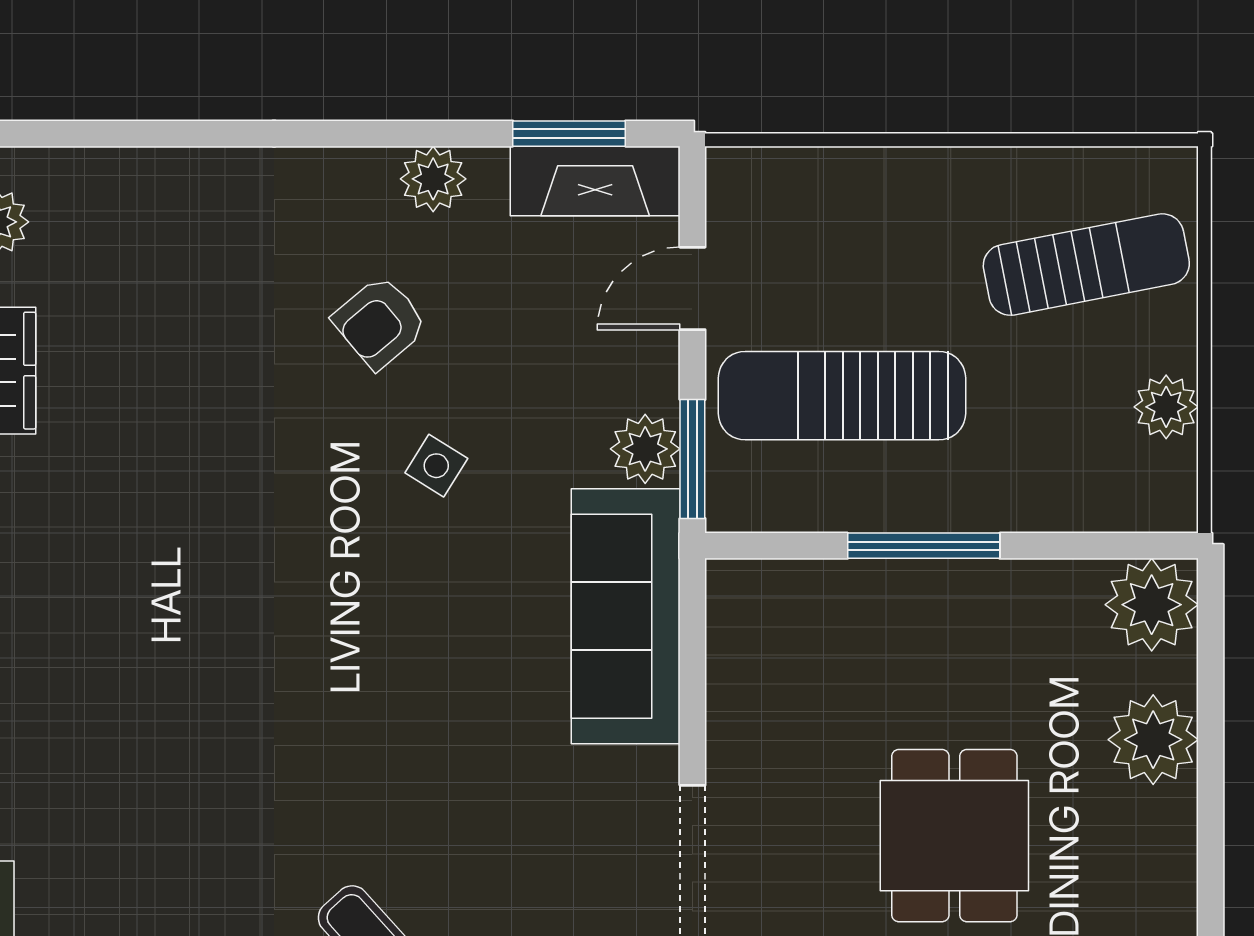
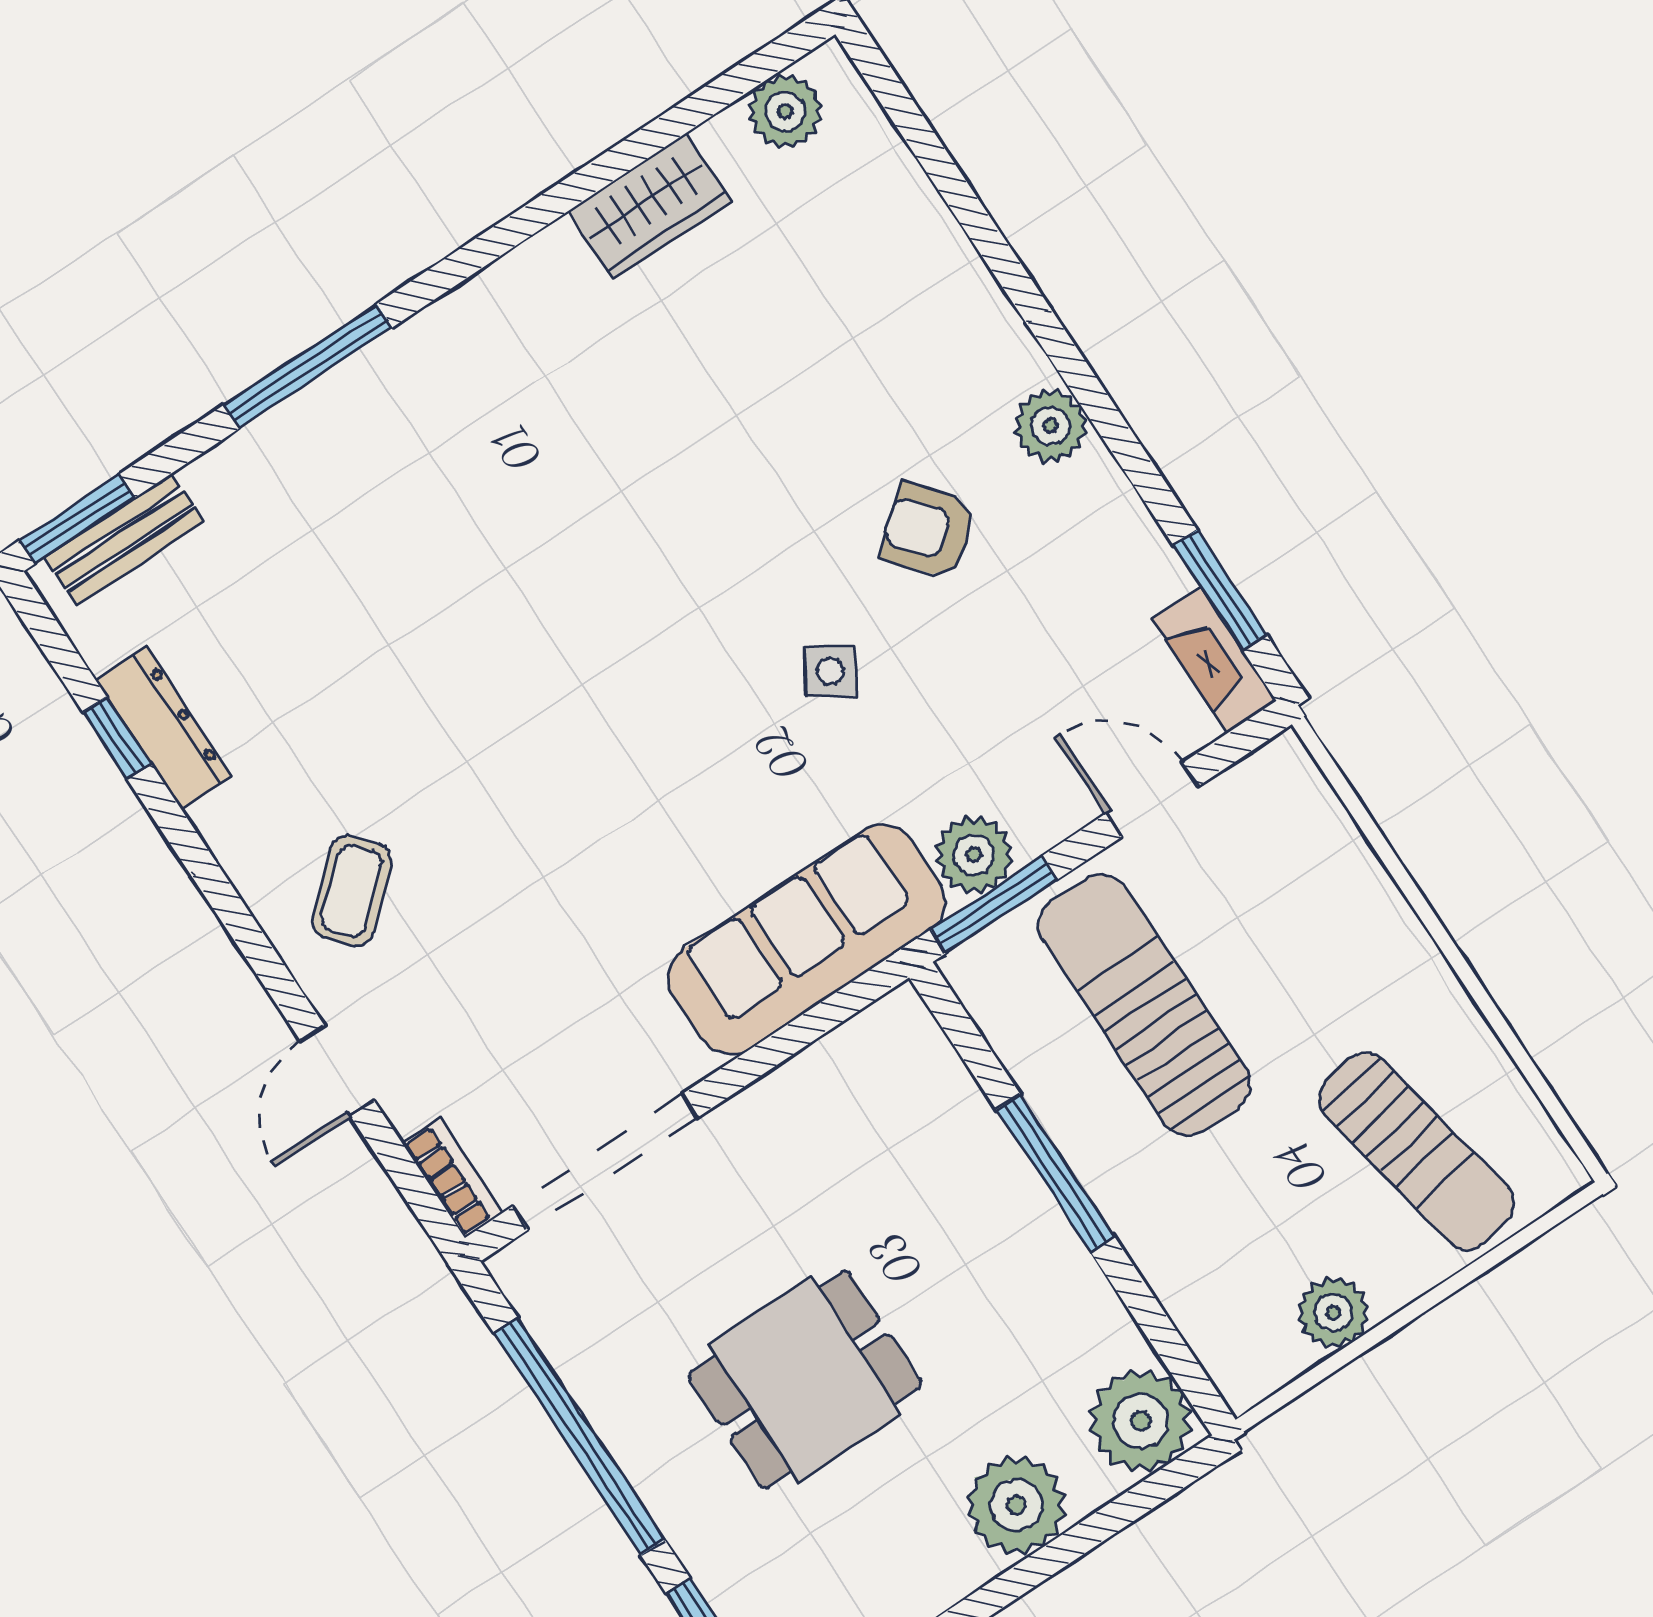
plant: (433, 179) -> (1051, 426), moved
fireplace: (595, 181) -> (1214, 660), width x0.73, depth x0.76

